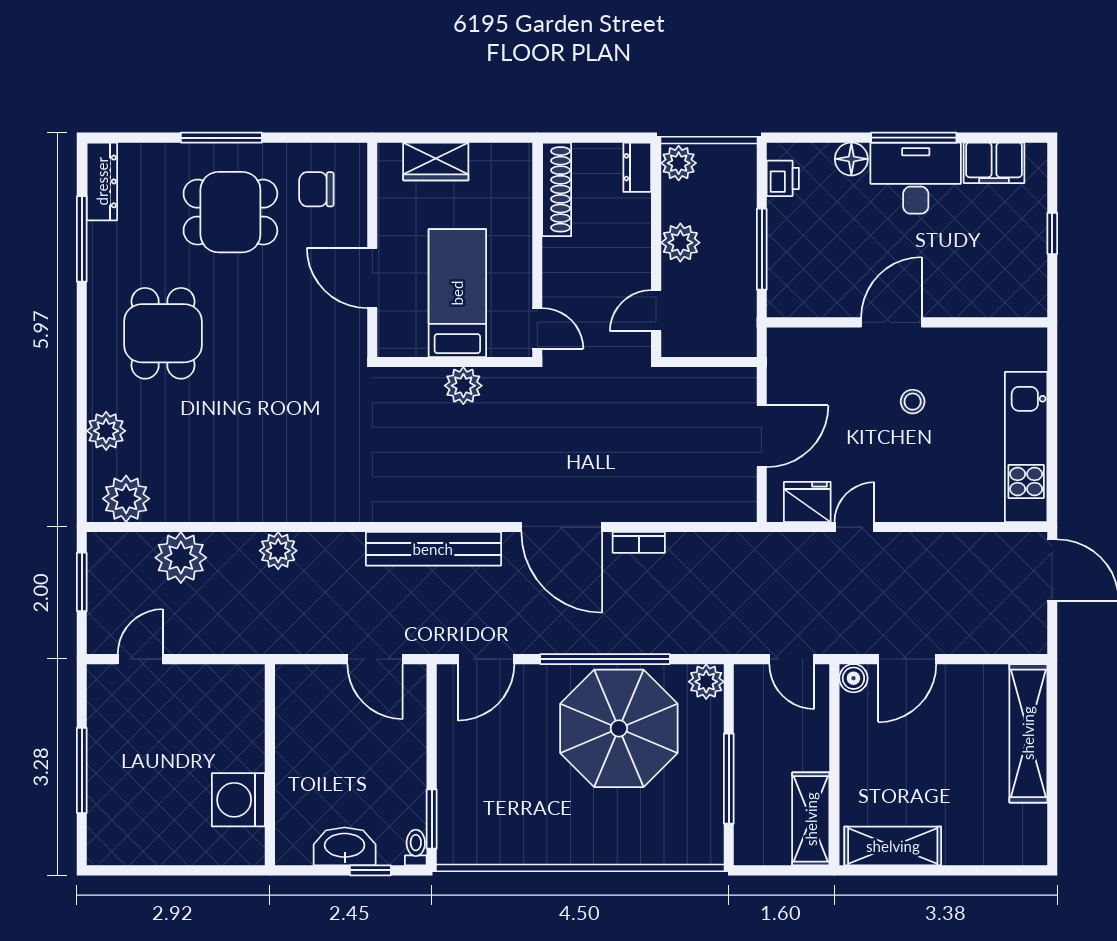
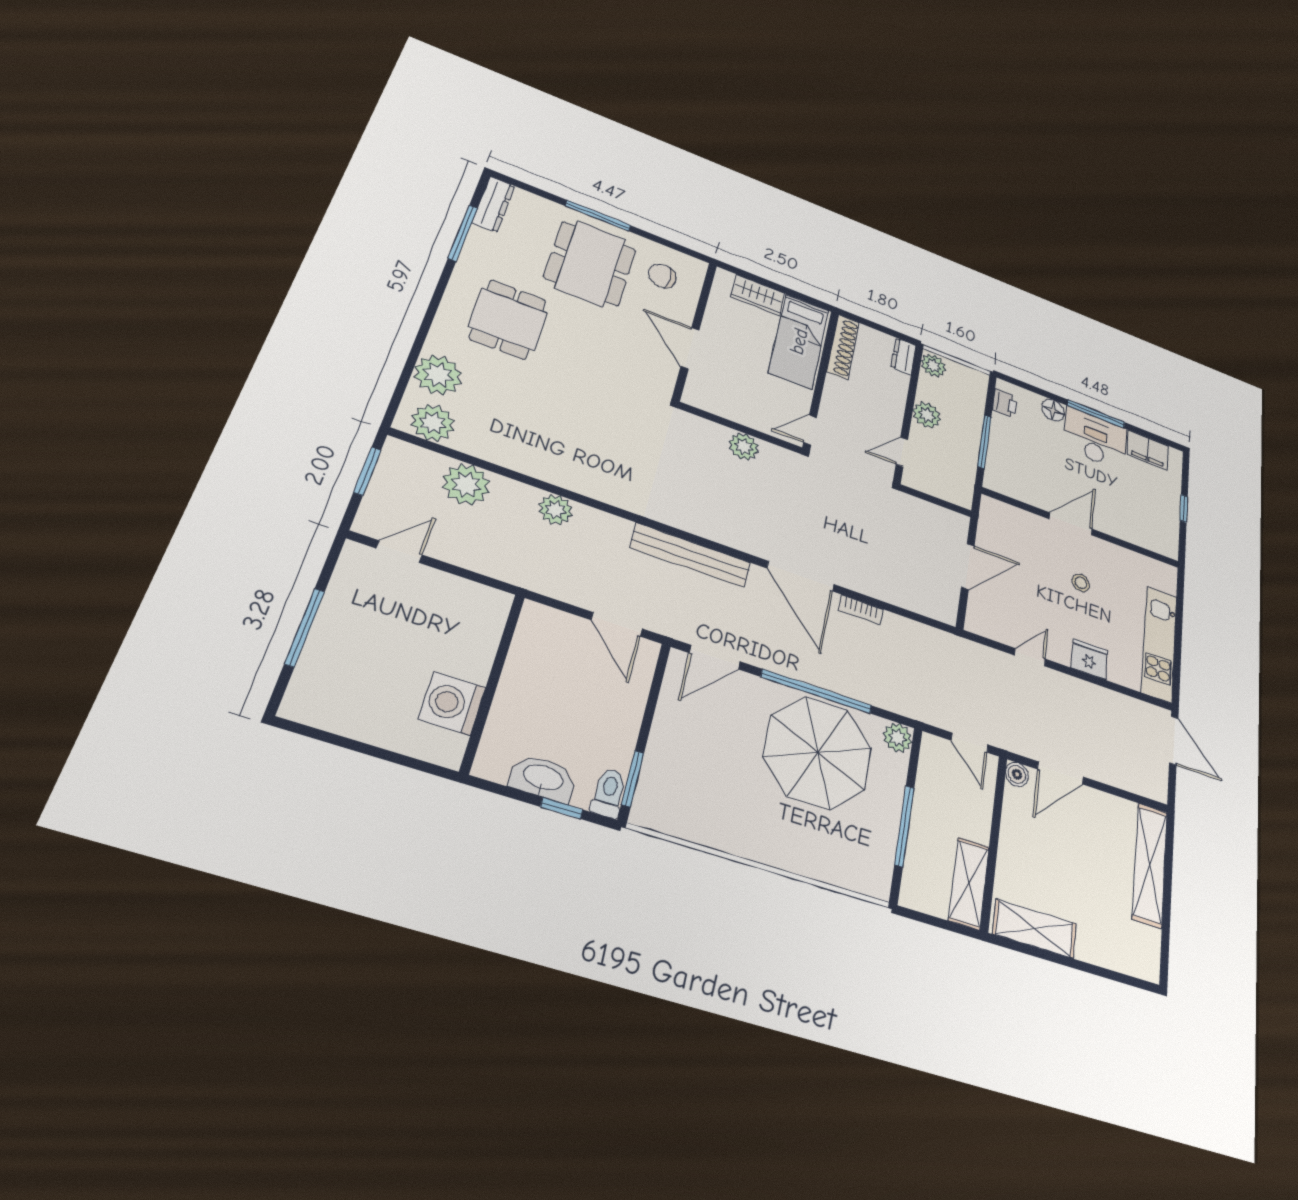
dining table: (230, 212) -> (590, 263), width x1.38
bed: (457, 293) -> (799, 341), moved, turned 180
door: (537, 329) -> (810, 430), swing flipped
plant: (106, 431) -> (438, 375), width x1.36, depth x1.36
fridge: (807, 502) -> (1089, 659), moved
toilet: (416, 848) -> (609, 793), width x1.37, depth x1.39

